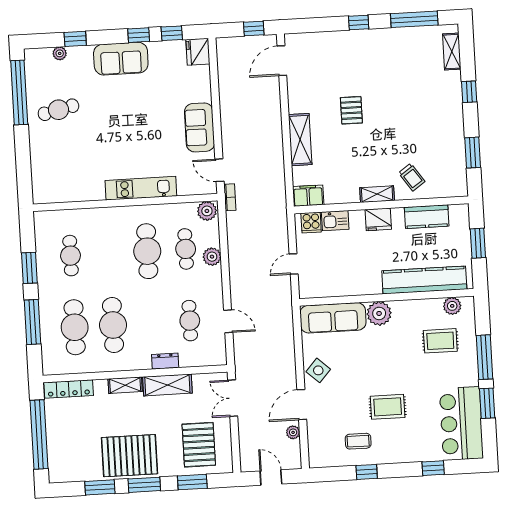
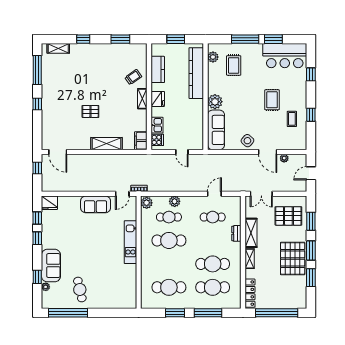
sofa: (121, 59) -> (51, 266), moved
cafe table: (71, 256) -> (169, 287), width x1.37, depth x1.35

